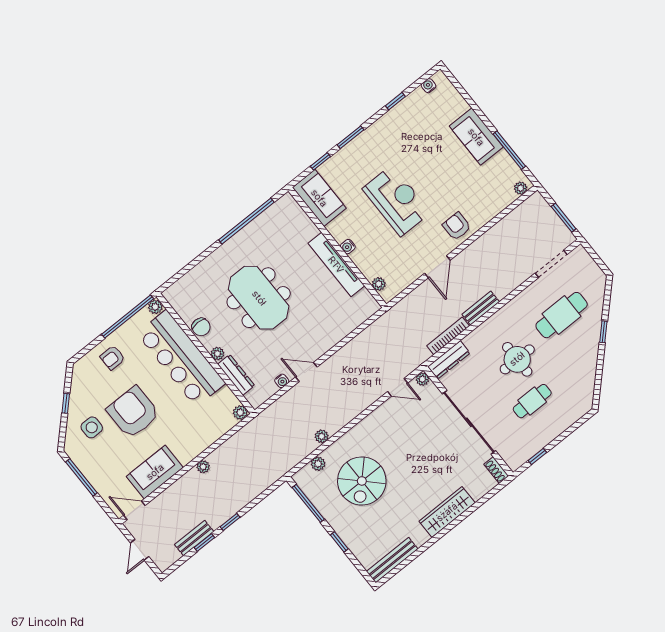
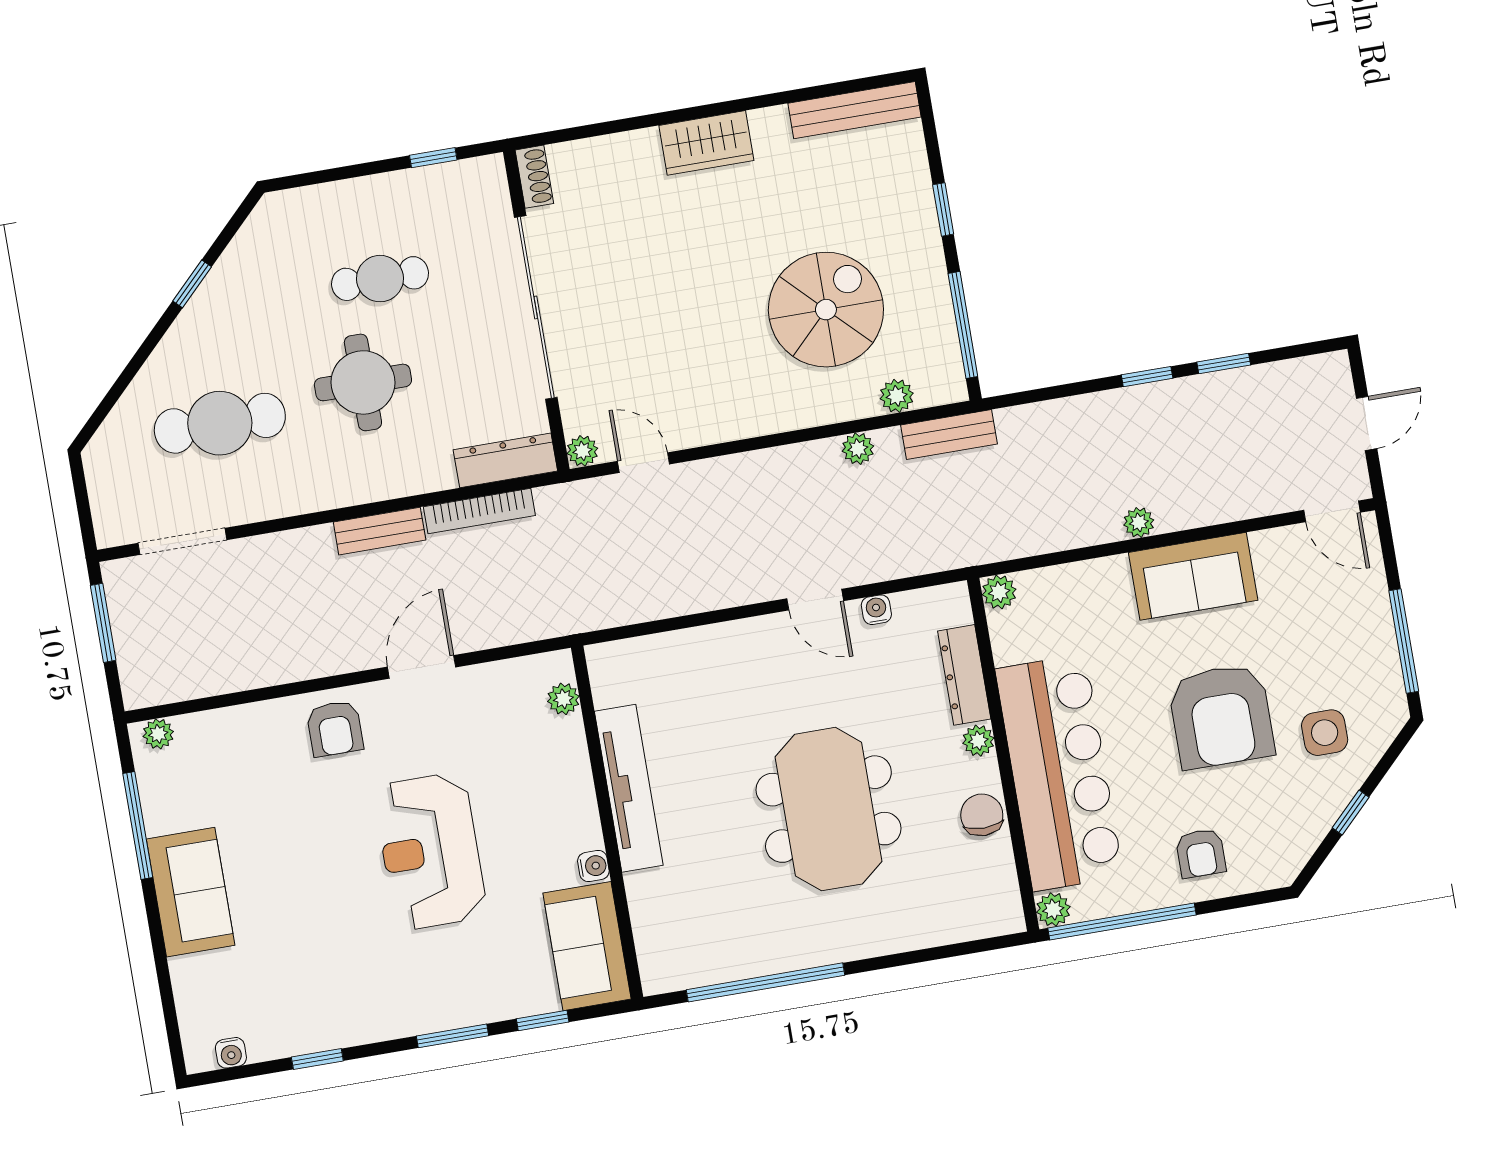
water cooler: (348, 247) -> (593, 866), moved
window: (603, 332) -> (192, 284), moved
armchair: (113, 358) -> (1201, 853), turned 90
sofa: (155, 472) -> (1193, 576), moved
wardrobe: (447, 512) -> (706, 143), width x0.67
bench: (194, 538) -> (949, 435), moved

